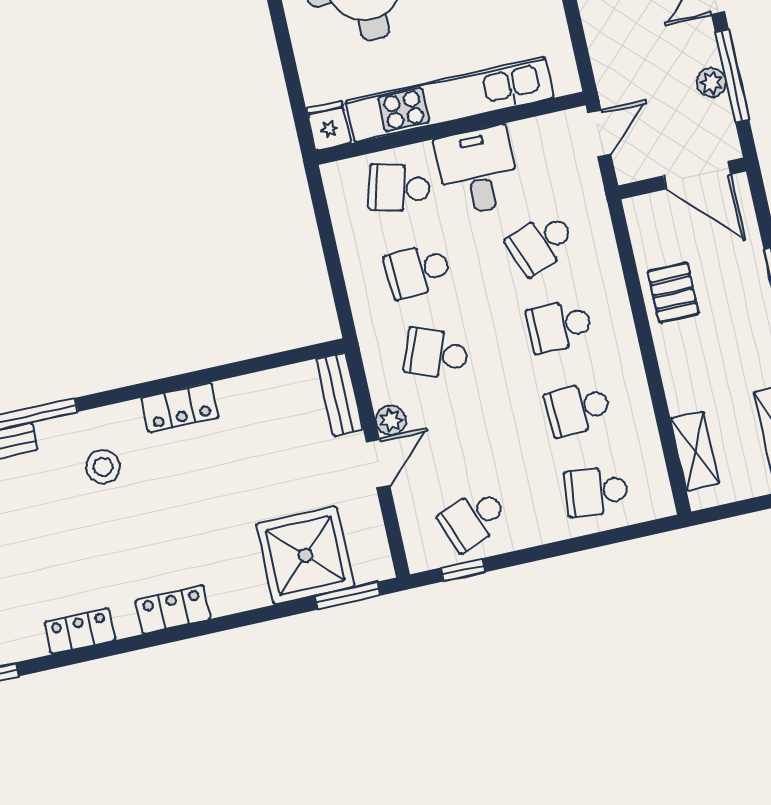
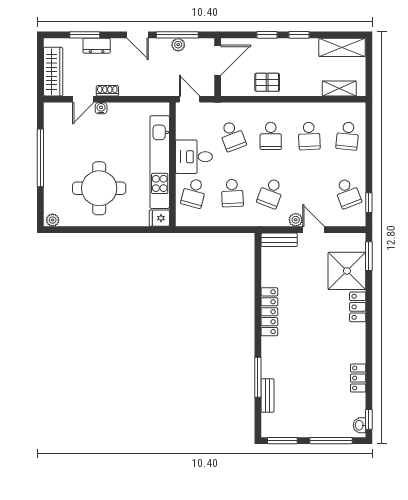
locker: (180, 408) -> (269, 312), width x1.53
stool: (103, 467) -> (288, 352), removed
locker: (173, 609) -> (358, 307), moved

